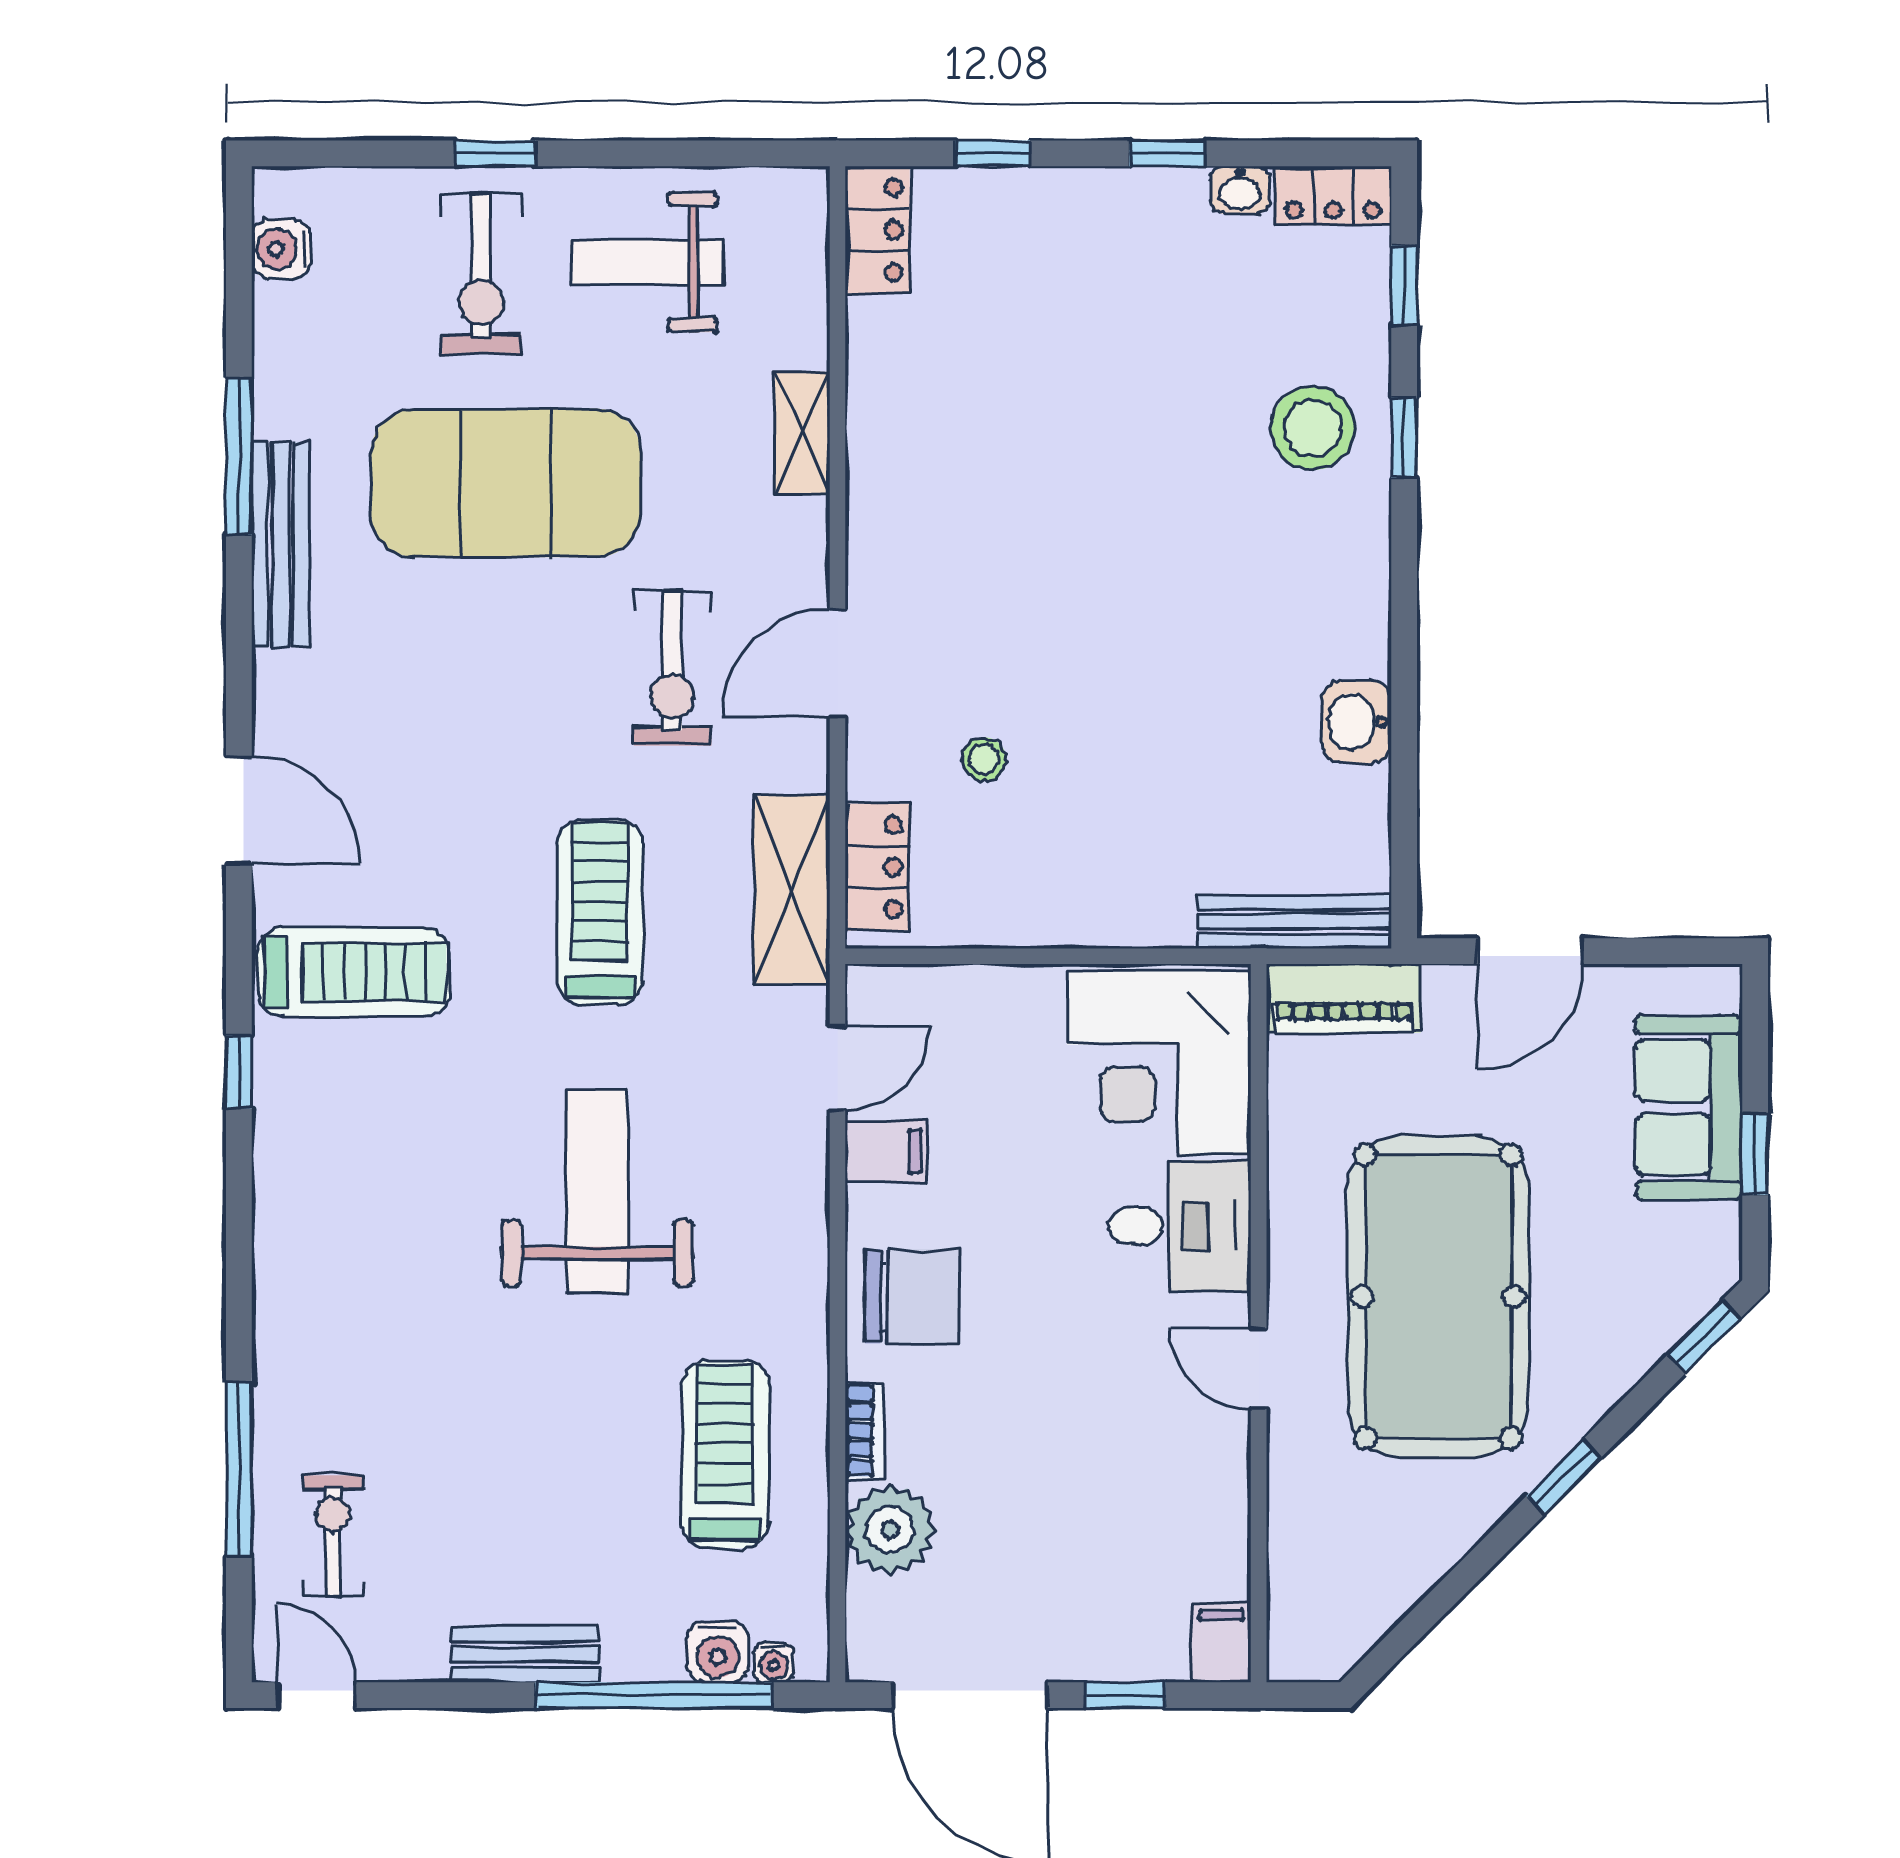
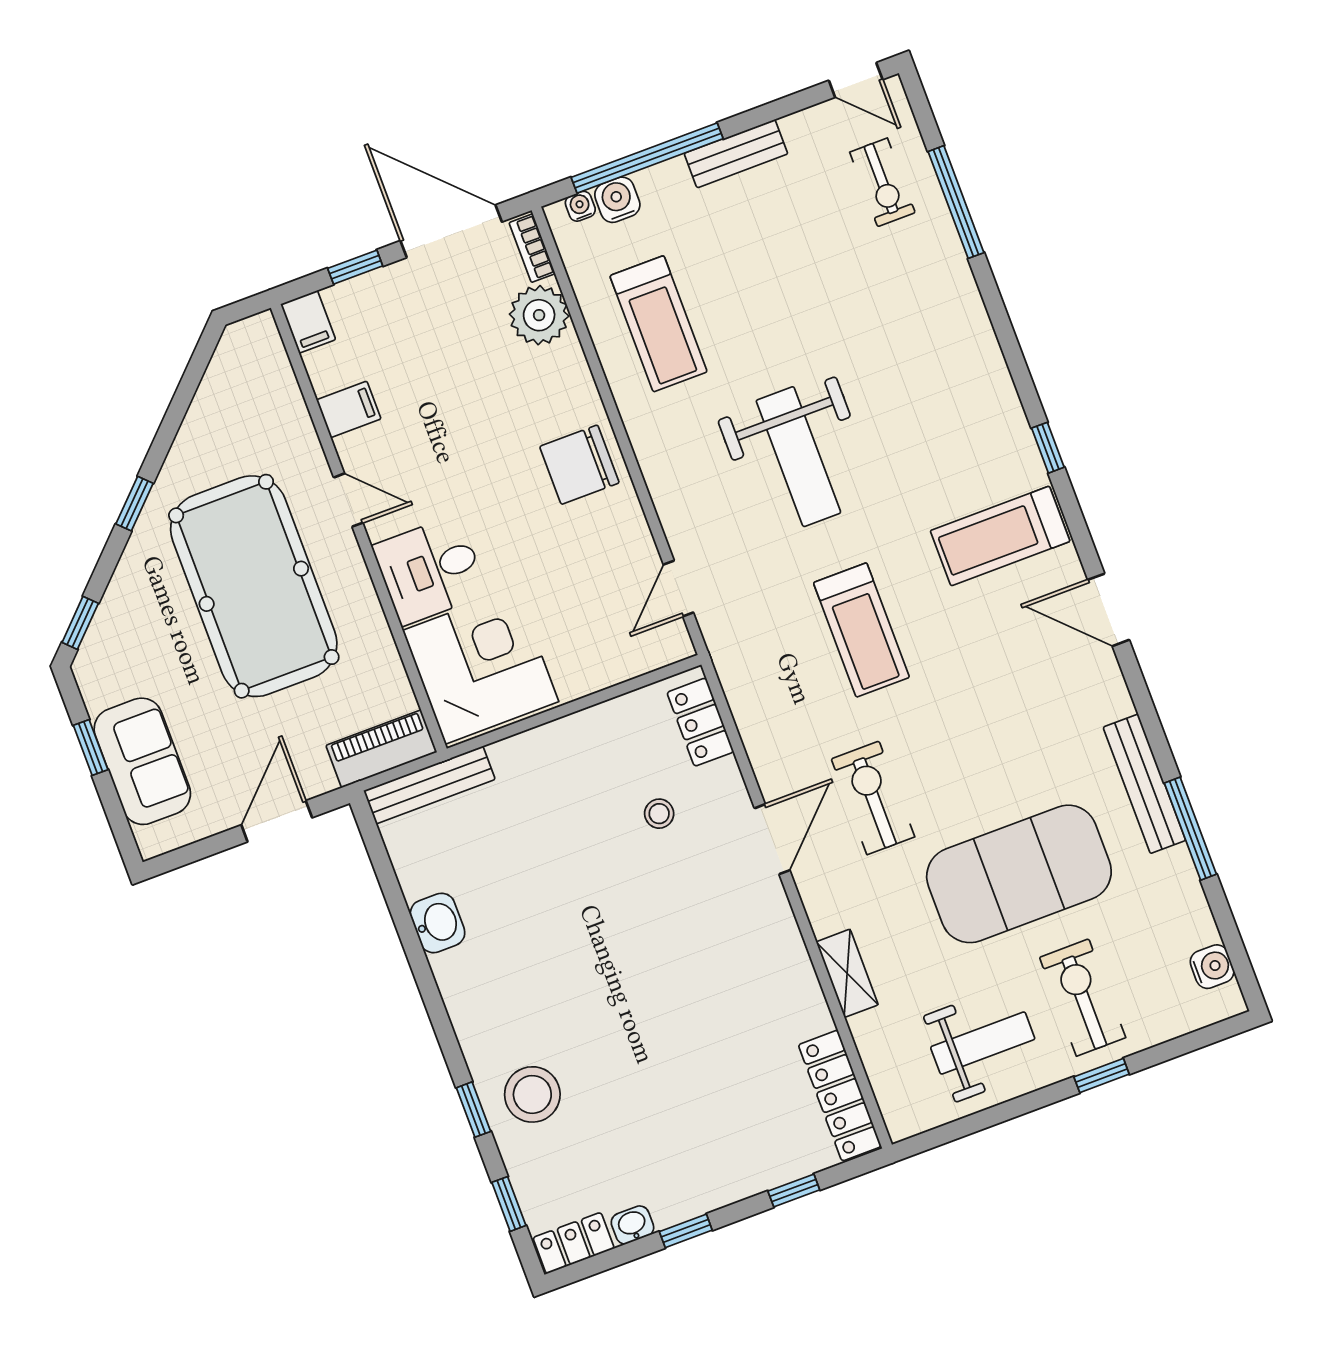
locker: (877, 230) -> (840, 1096), width x1.53
shelving: (792, 890) -> (748, 688), removed
filing cabinet: (886, 1151) -> (349, 409), moved, turned 180
bookcase: (865, 1431) -> (532, 248), moved

